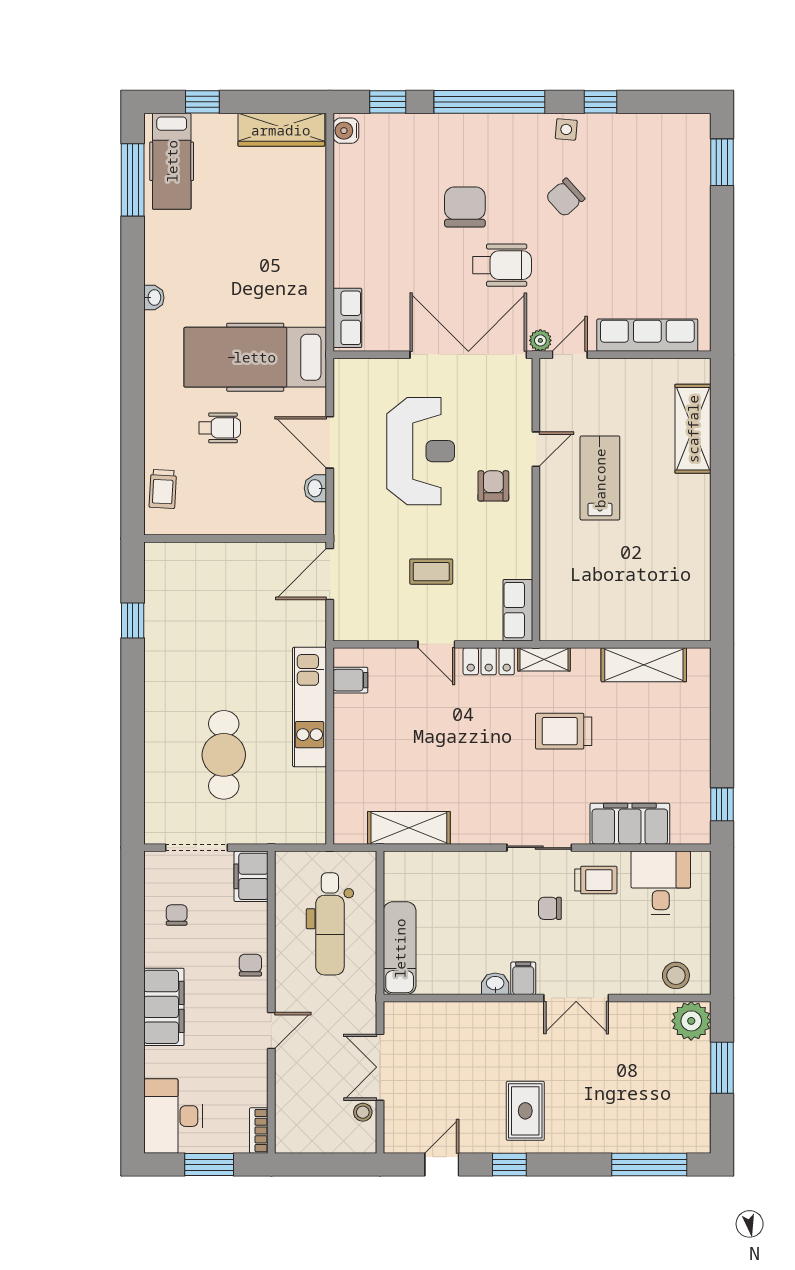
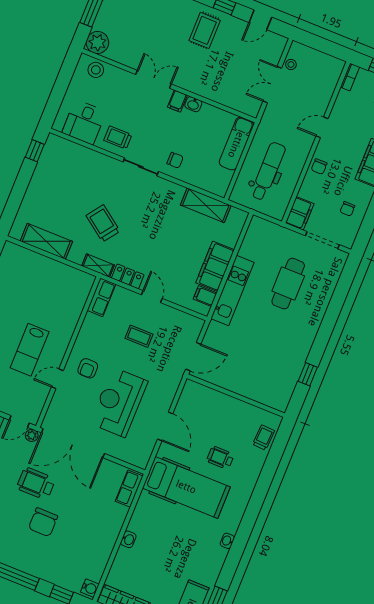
washbasin: (315, 488) -> (128, 539), moved
trolley: (564, 731) -> (103, 223), turned -144
filing cabinet: (630, 824) -> (215, 266), moved, turned 90
chair: (550, 908) -> (175, 160), moved
double door: (380, 1067) -> (272, 85), swing flipped

